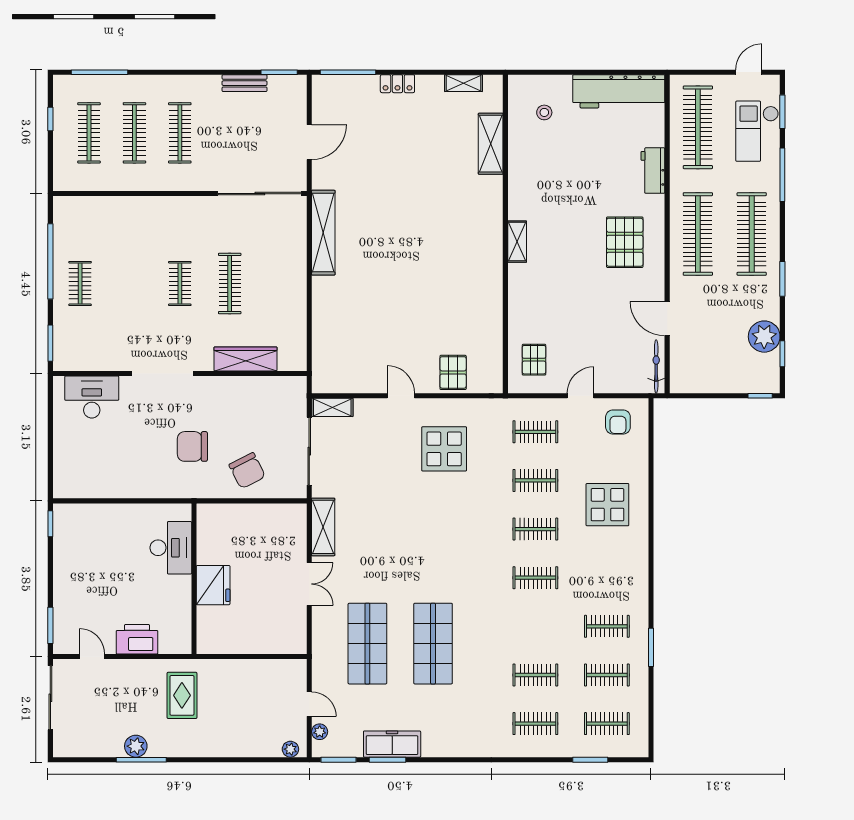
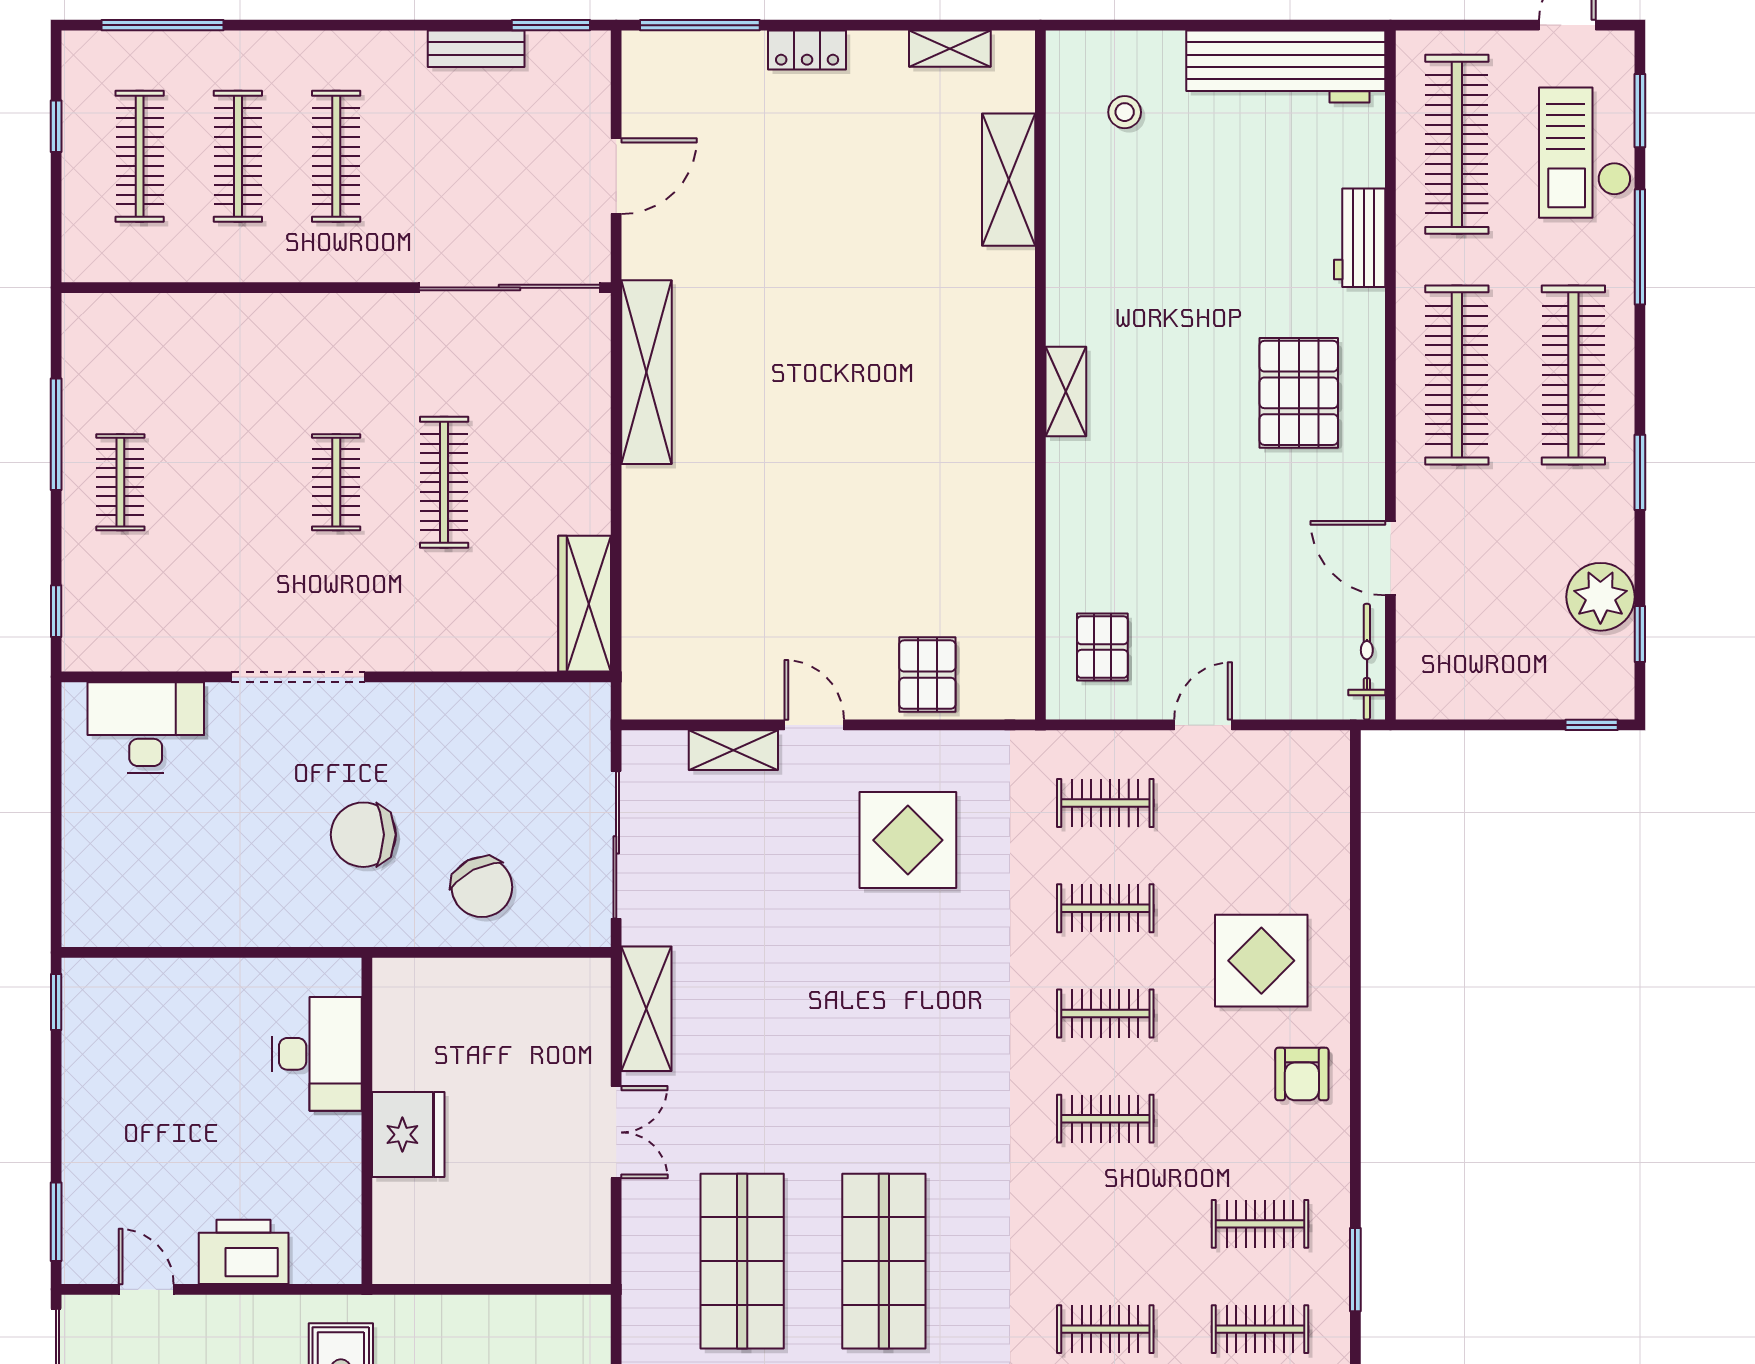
window: (50, 261) -> (56, 434), width x0.68
window: (50, 343) -> (56, 611), width x0.67
wardrobe: (245, 359) -> (585, 604), moved, turned -90
shelving: (332, 407) -> (733, 750), moved
armchair: (618, 422) -> (1302, 1074), moved

